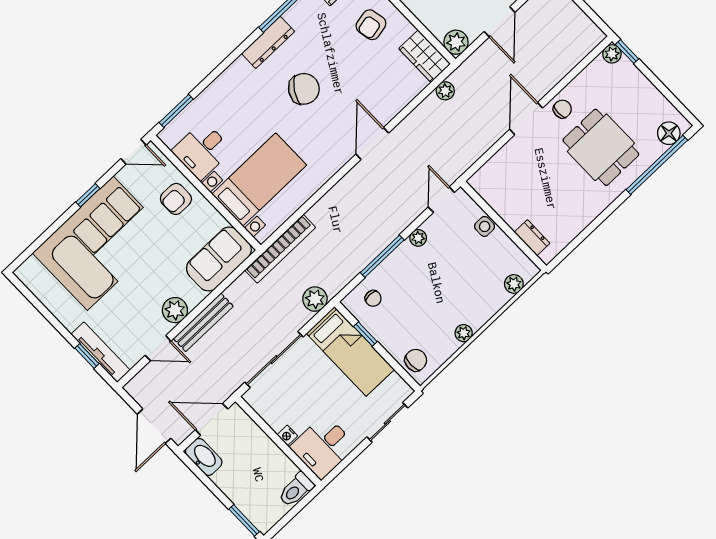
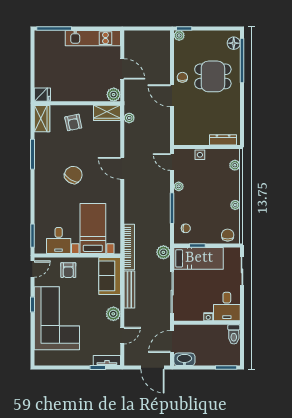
dresser: (268, 42) -> (40, 171), removed
dresser: (532, 238) -> (223, 140), width x1.44
bench: (203, 322) -> (129, 289), moved
tv unit: (101, 352) -> (107, 361), width x0.71

